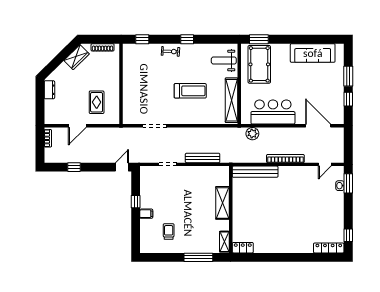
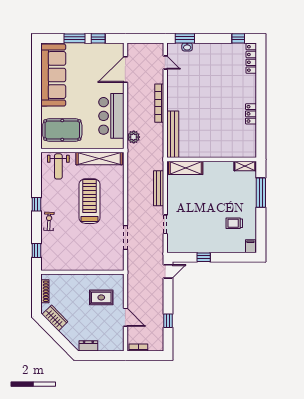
window: (259, 39) -> (36, 130), removed
sofa: (313, 53) -> (53, 75), width x1.36, depth x1.27
treadmill: (190, 91) -> (90, 201), width x1.37, depth x1.38
door: (122, 167) -> (168, 271), swing flipped
shelving: (222, 203) -> (186, 168), moved
filing cabinet: (146, 214) -> (250, 246), moved
locker: (243, 248) -> (251, 114), moved

